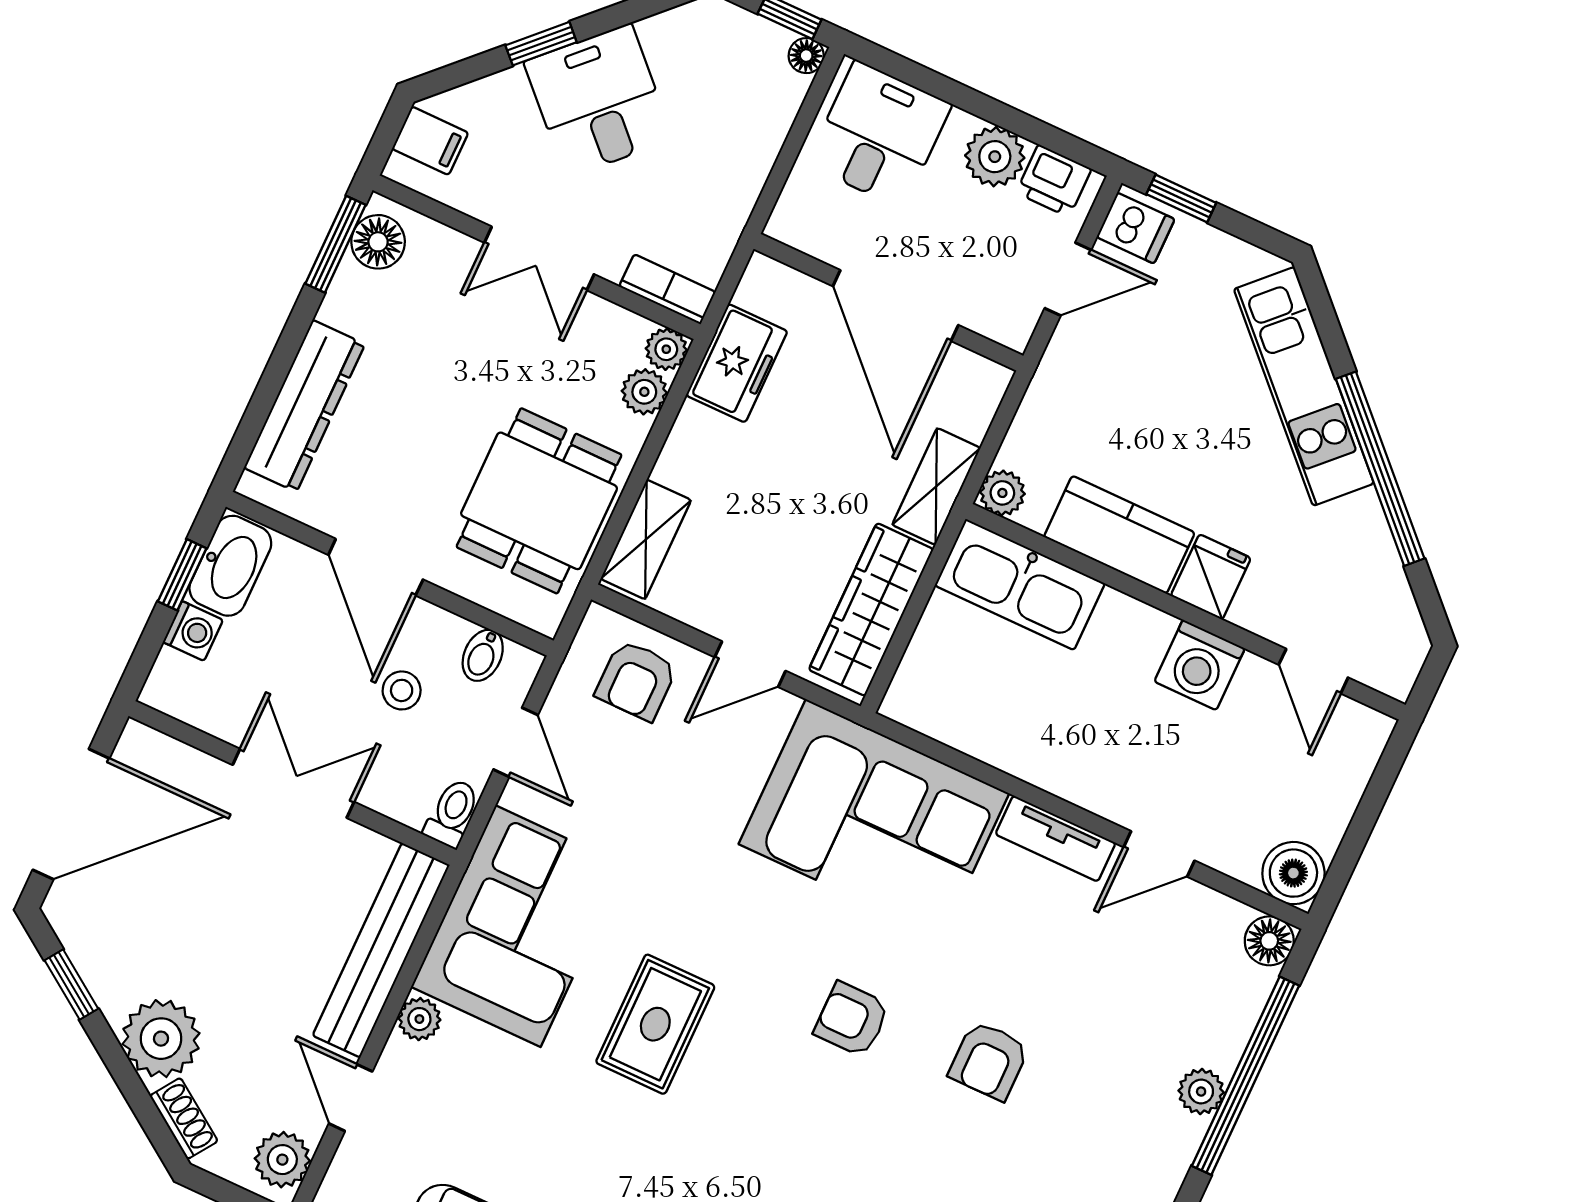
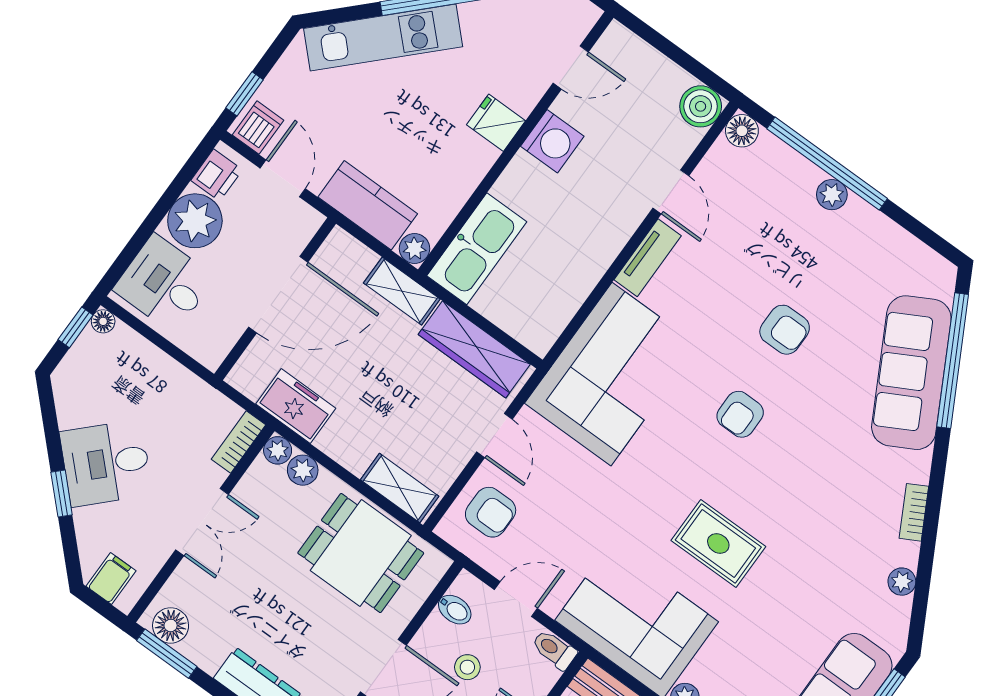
plant: (995, 157) -> (195, 221), width x1.36, depth x1.36
kitchen counter: (1119, 535) -> (368, 205), moved, turned 90

